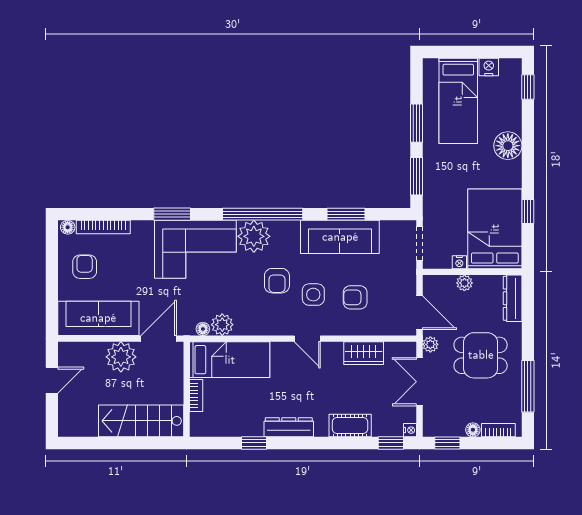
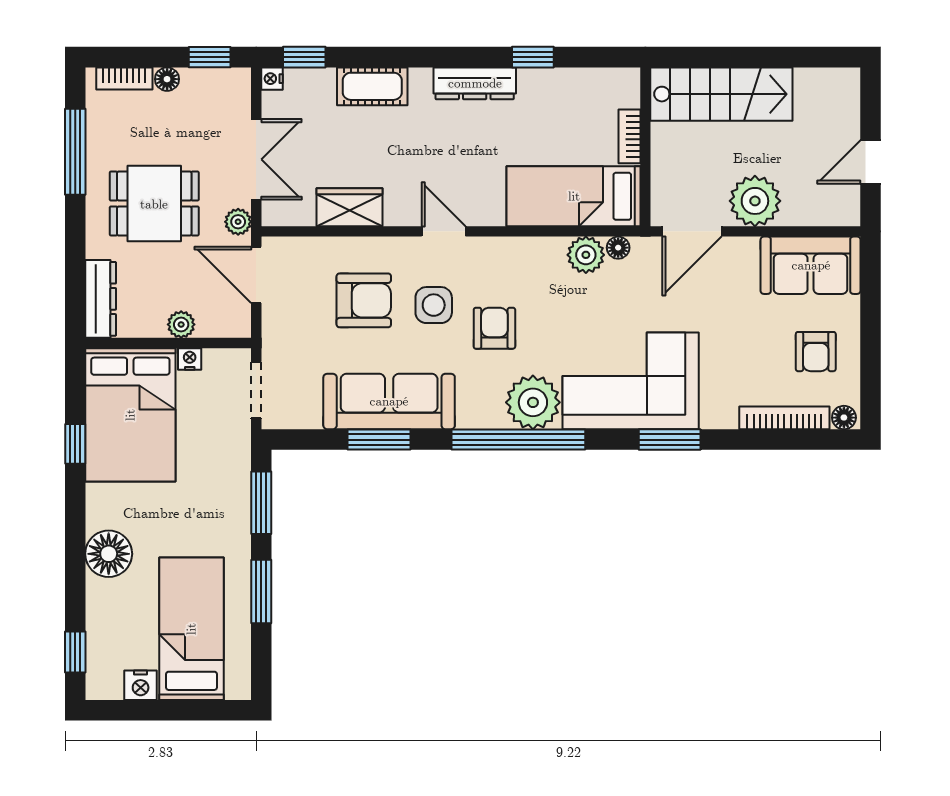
armchair: (355, 297) -> (364, 300), width x1.38, depth x1.38
sofa: (98, 318) -> (811, 265), width x0.73

